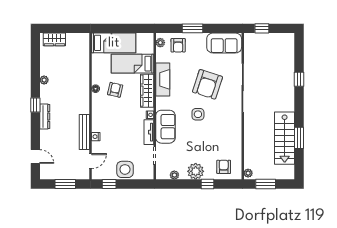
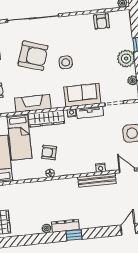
dresser: (45, 117) -> (65, 226), moved
armchair: (224, 167) -> (102, 21), moved, turned -90

